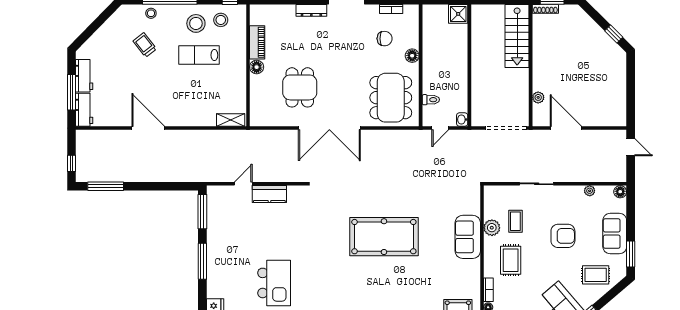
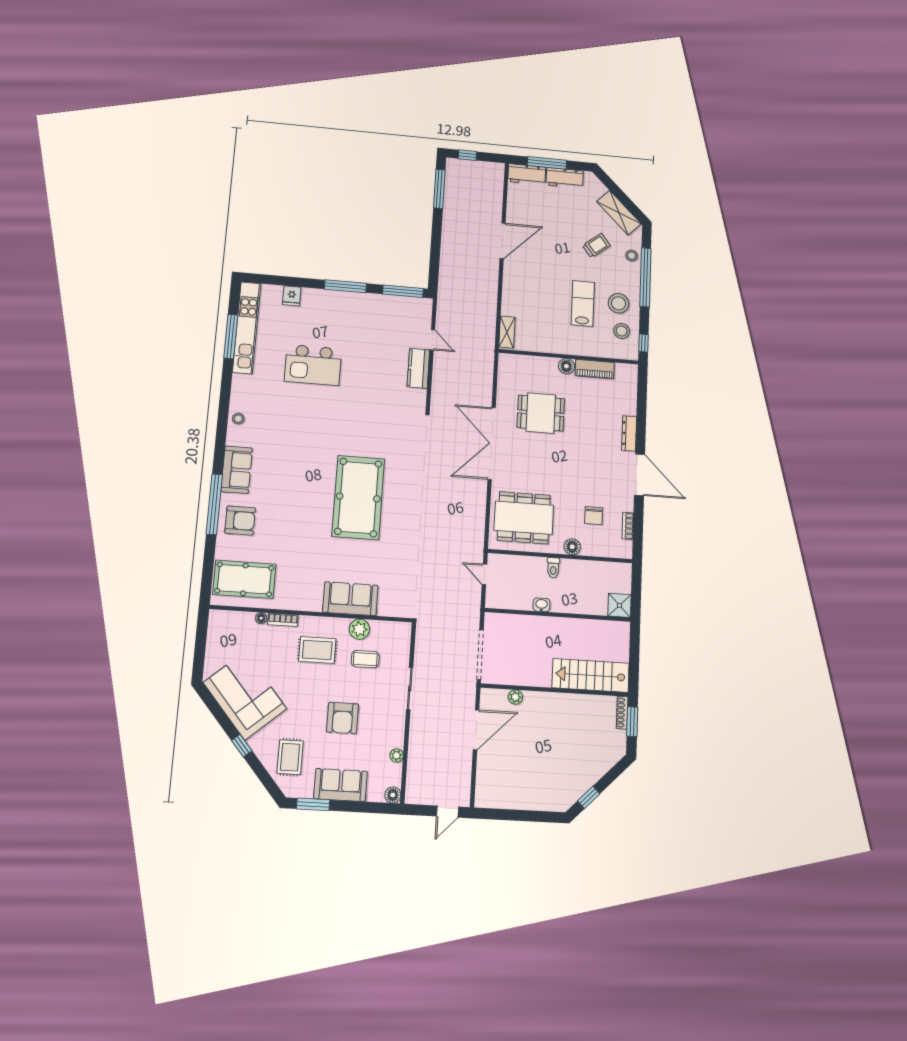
shelving: (112, 26) -> (619, 213), added
toilet: (431, 100) -> (553, 568), moved
washbasin: (462, 120) -> (541, 605), moved

